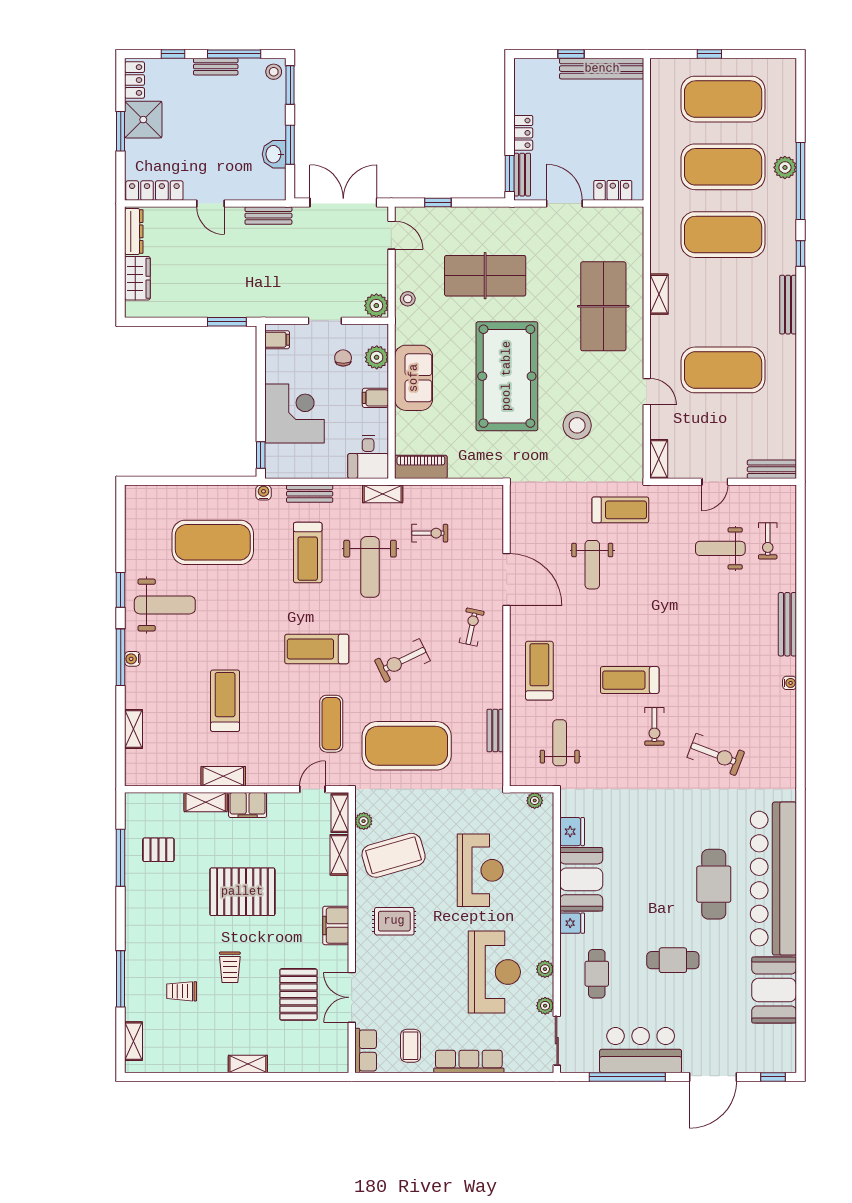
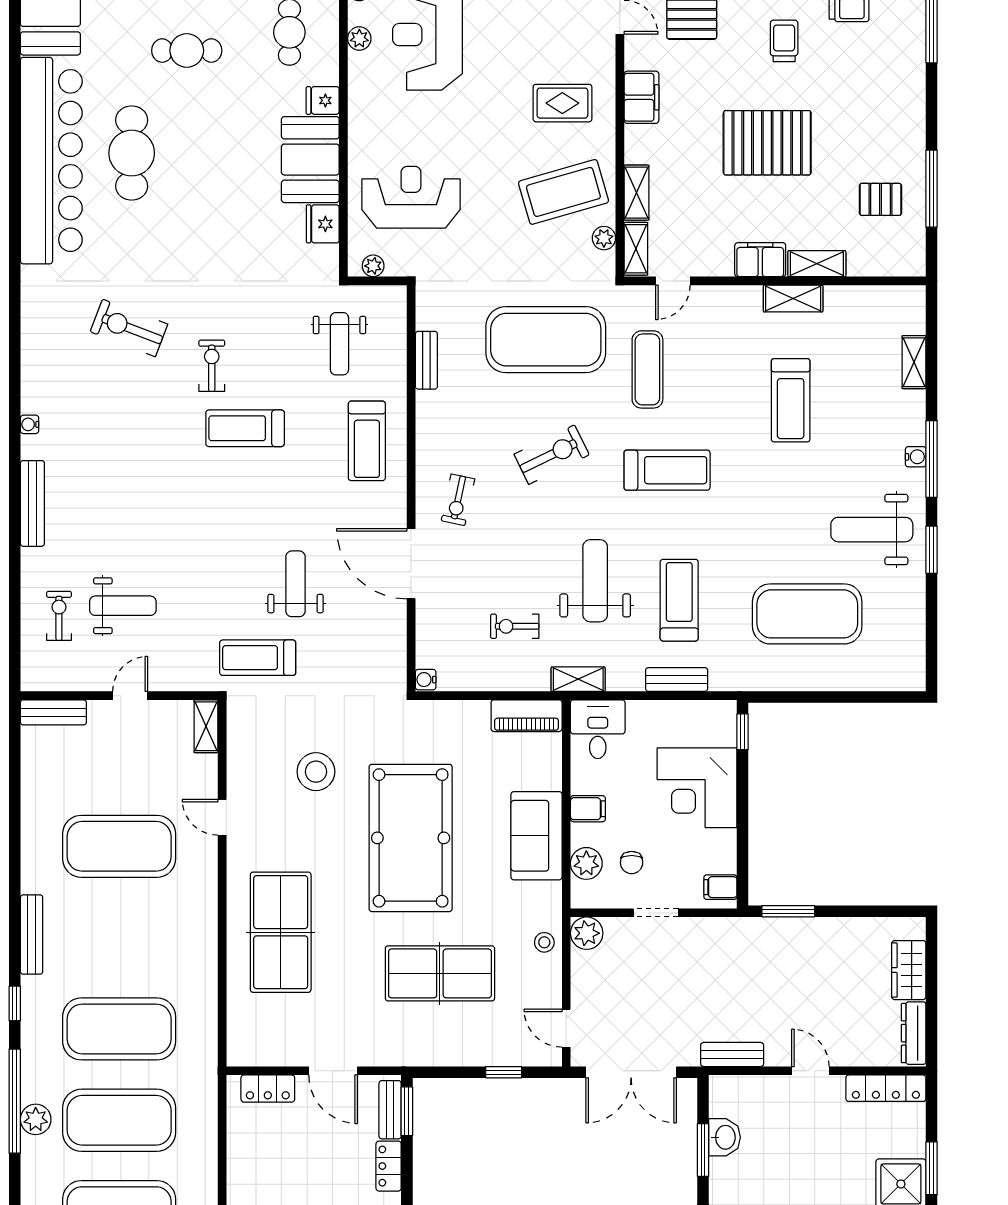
shelving: (659, 294) -> (206, 948), removed
water cooler: (264, 493) -> (426, 680), moved, turned 90
treadmill: (630, 680) -> (245, 428), turned 180
reception desk: (480, 870) -> (411, 197), moved, turned 90

